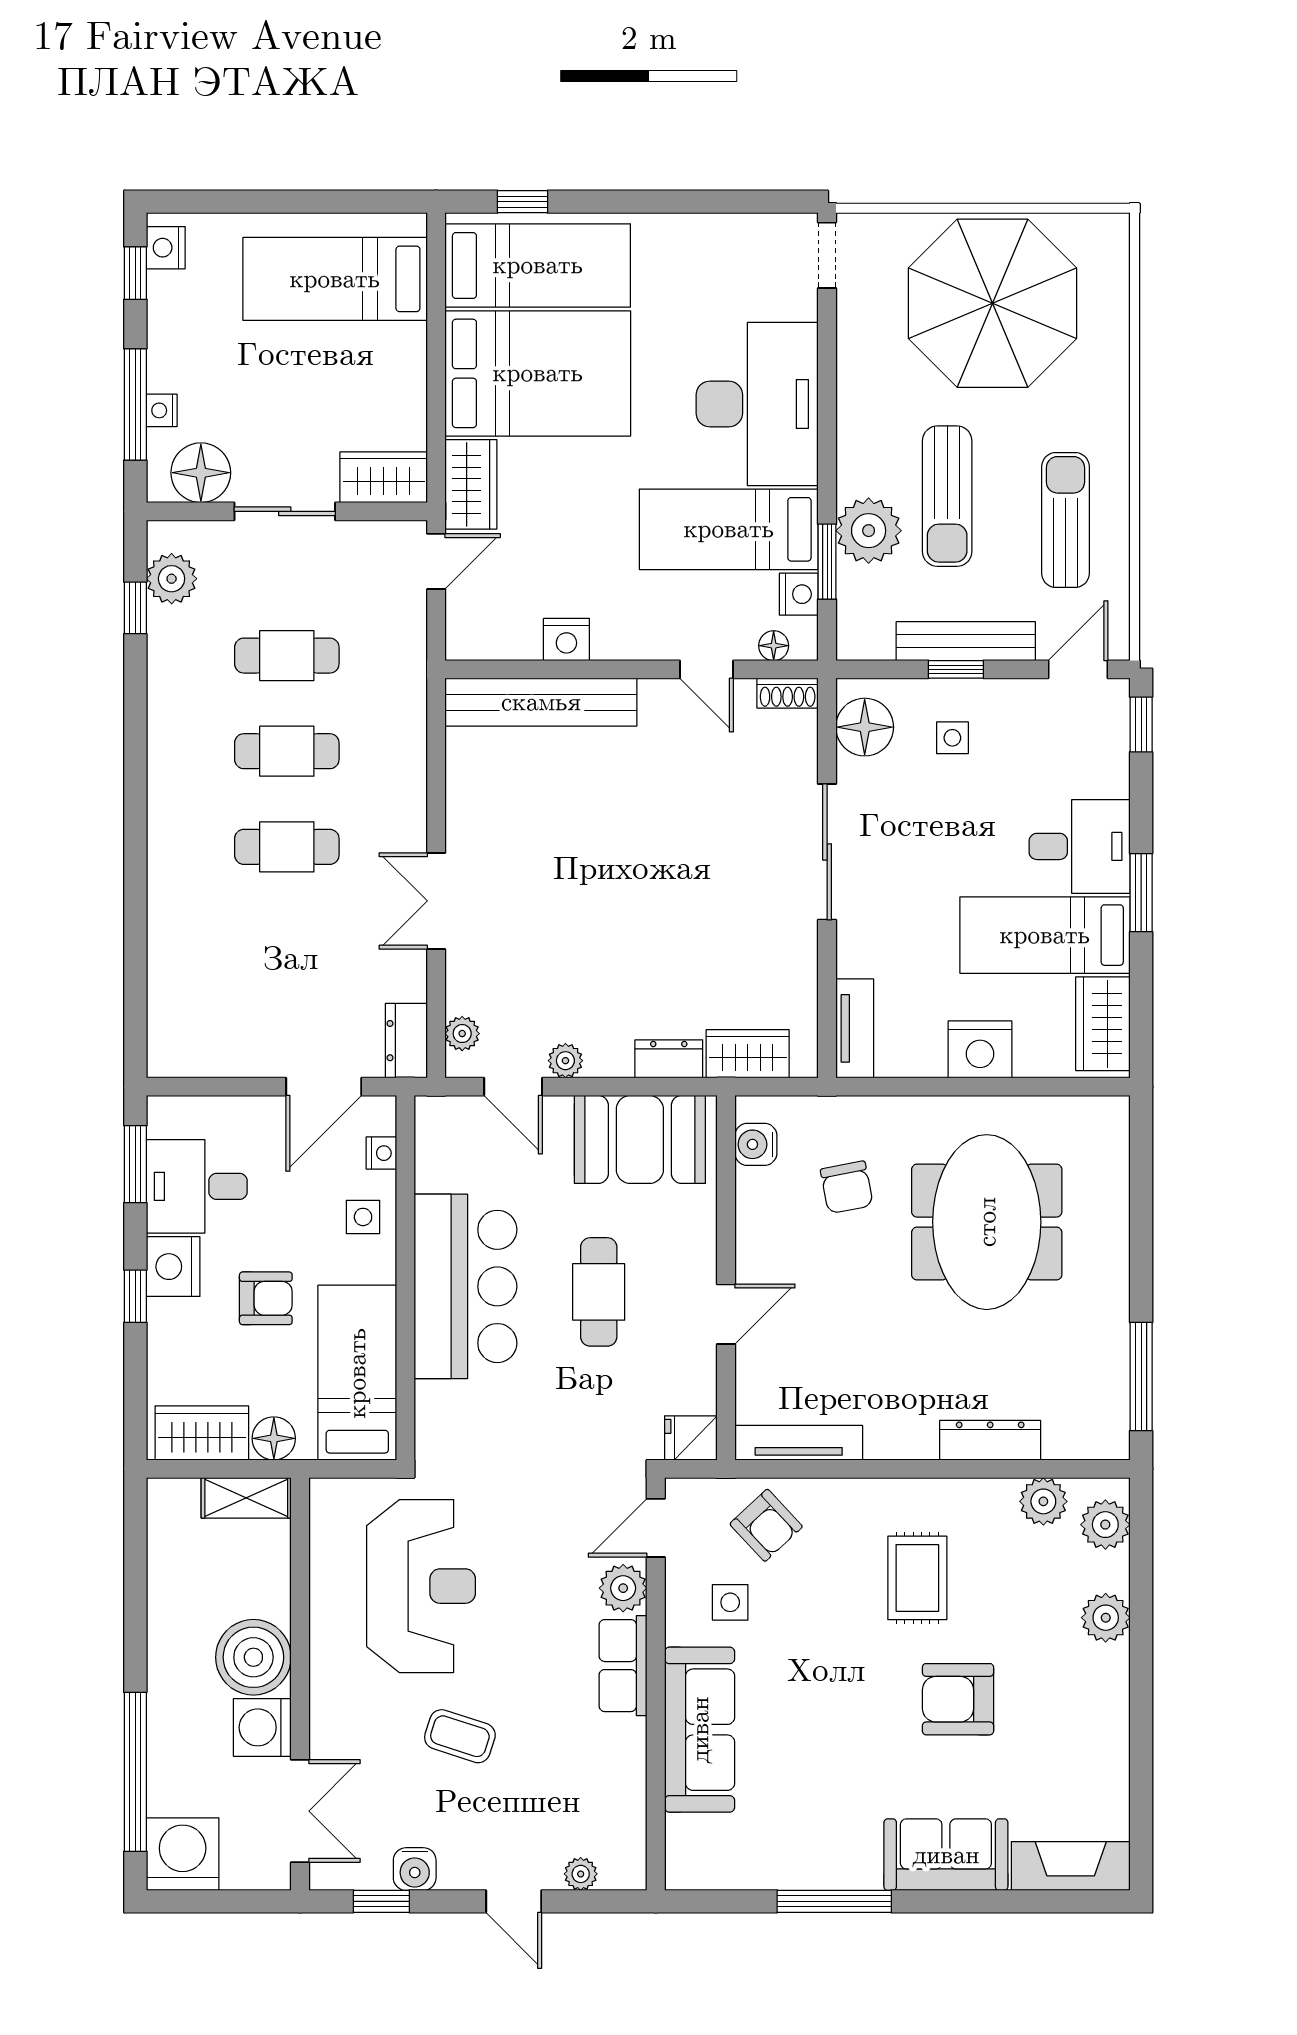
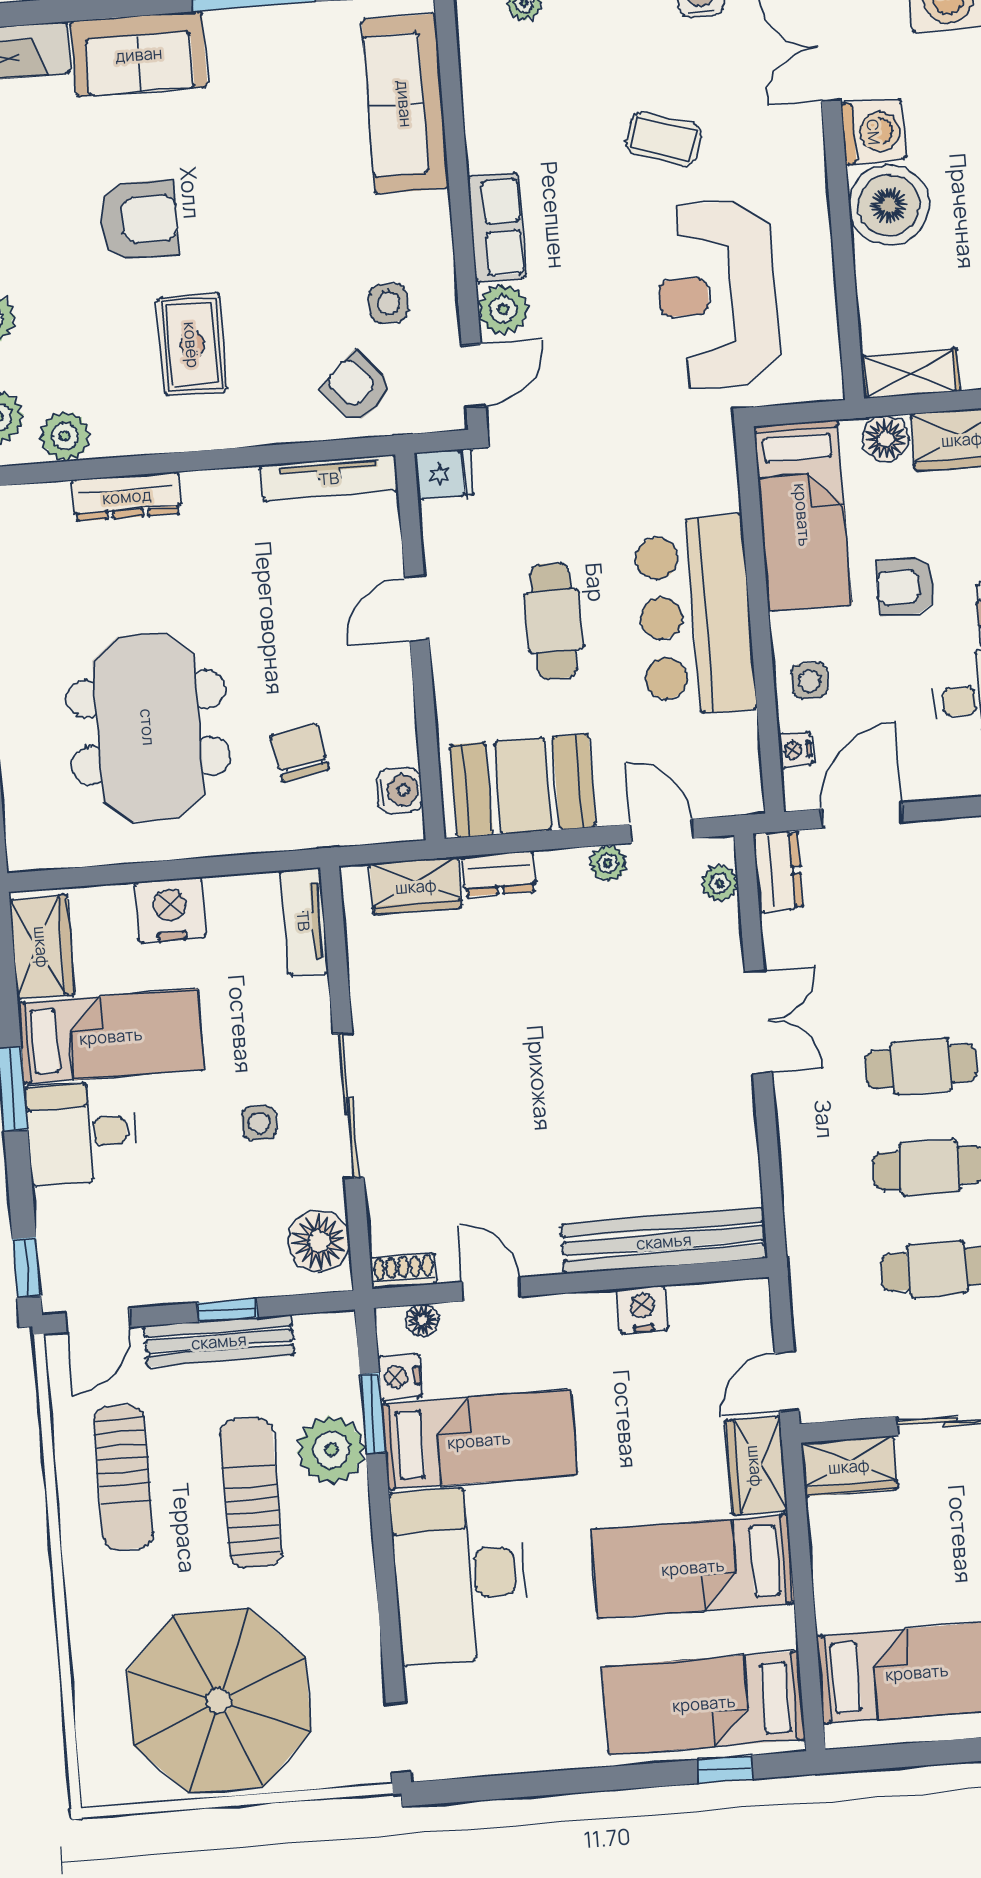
bed: (538, 373) -> (693, 1567), width x0.67
side table: (952, 738) -> (259, 1123), moved
sofa: (700, 1730) -> (405, 104), moved

